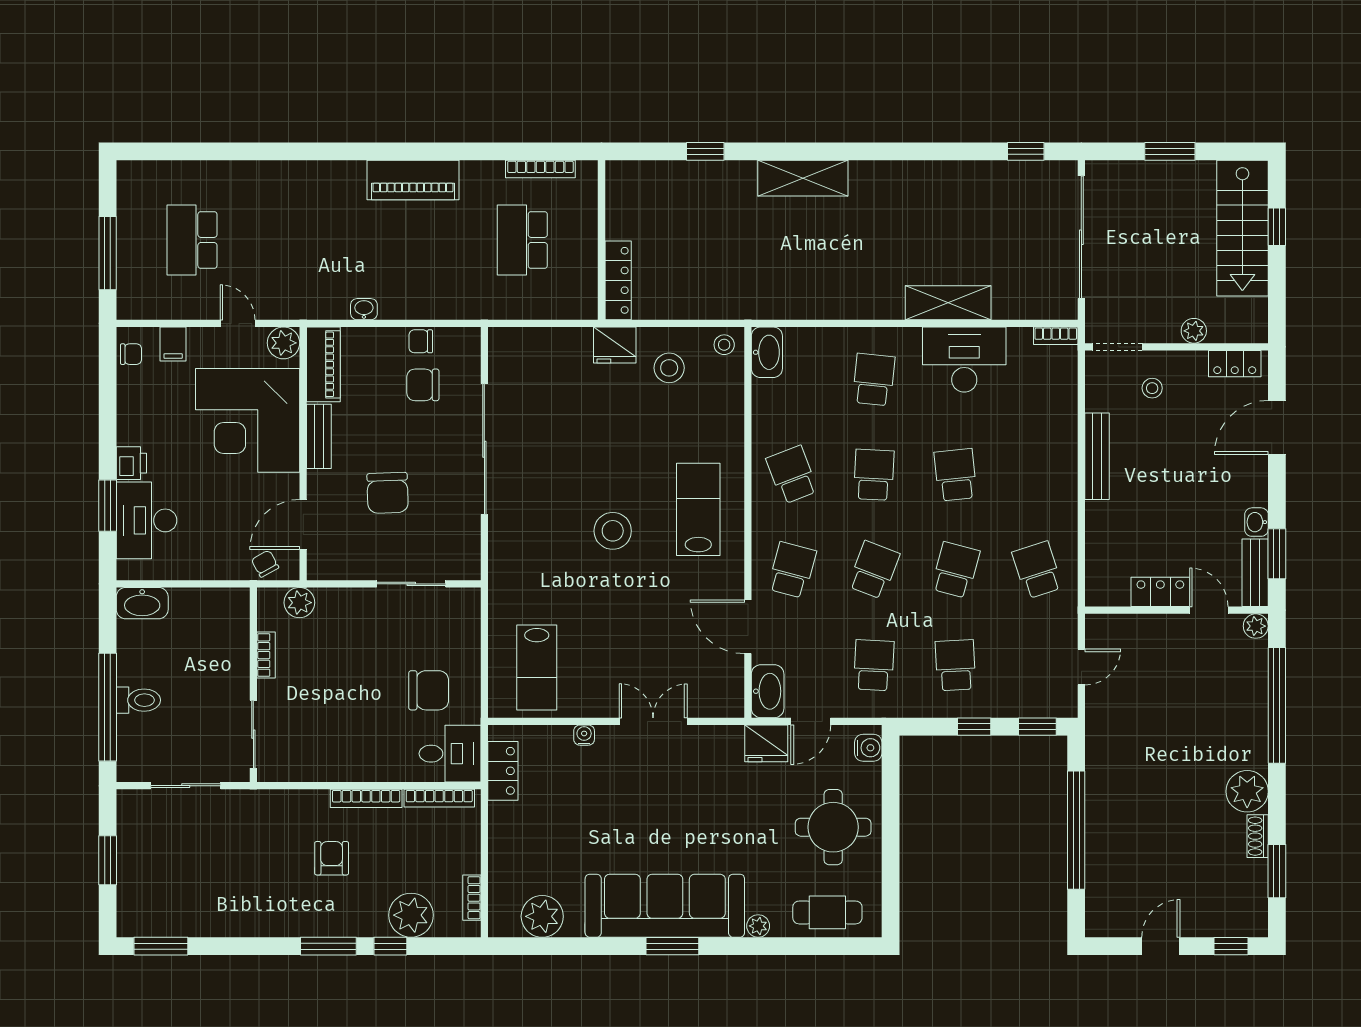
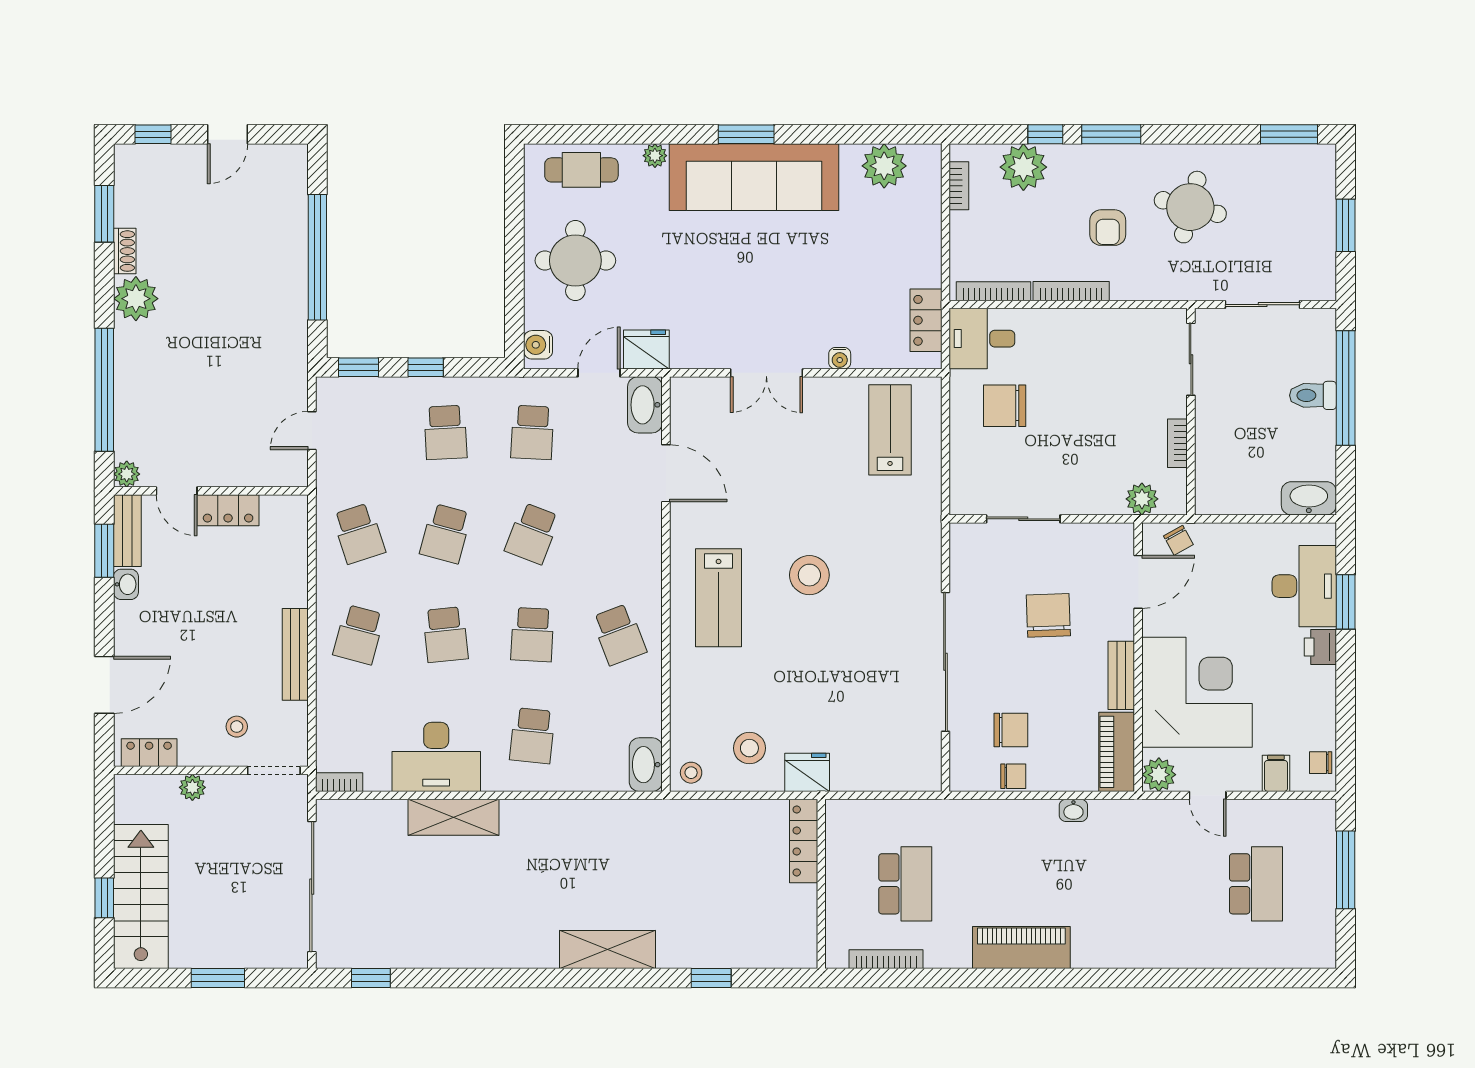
school desk: (792, 570) -> (359, 635), moved
round table: (254, 878) -> (1190, 207), added

